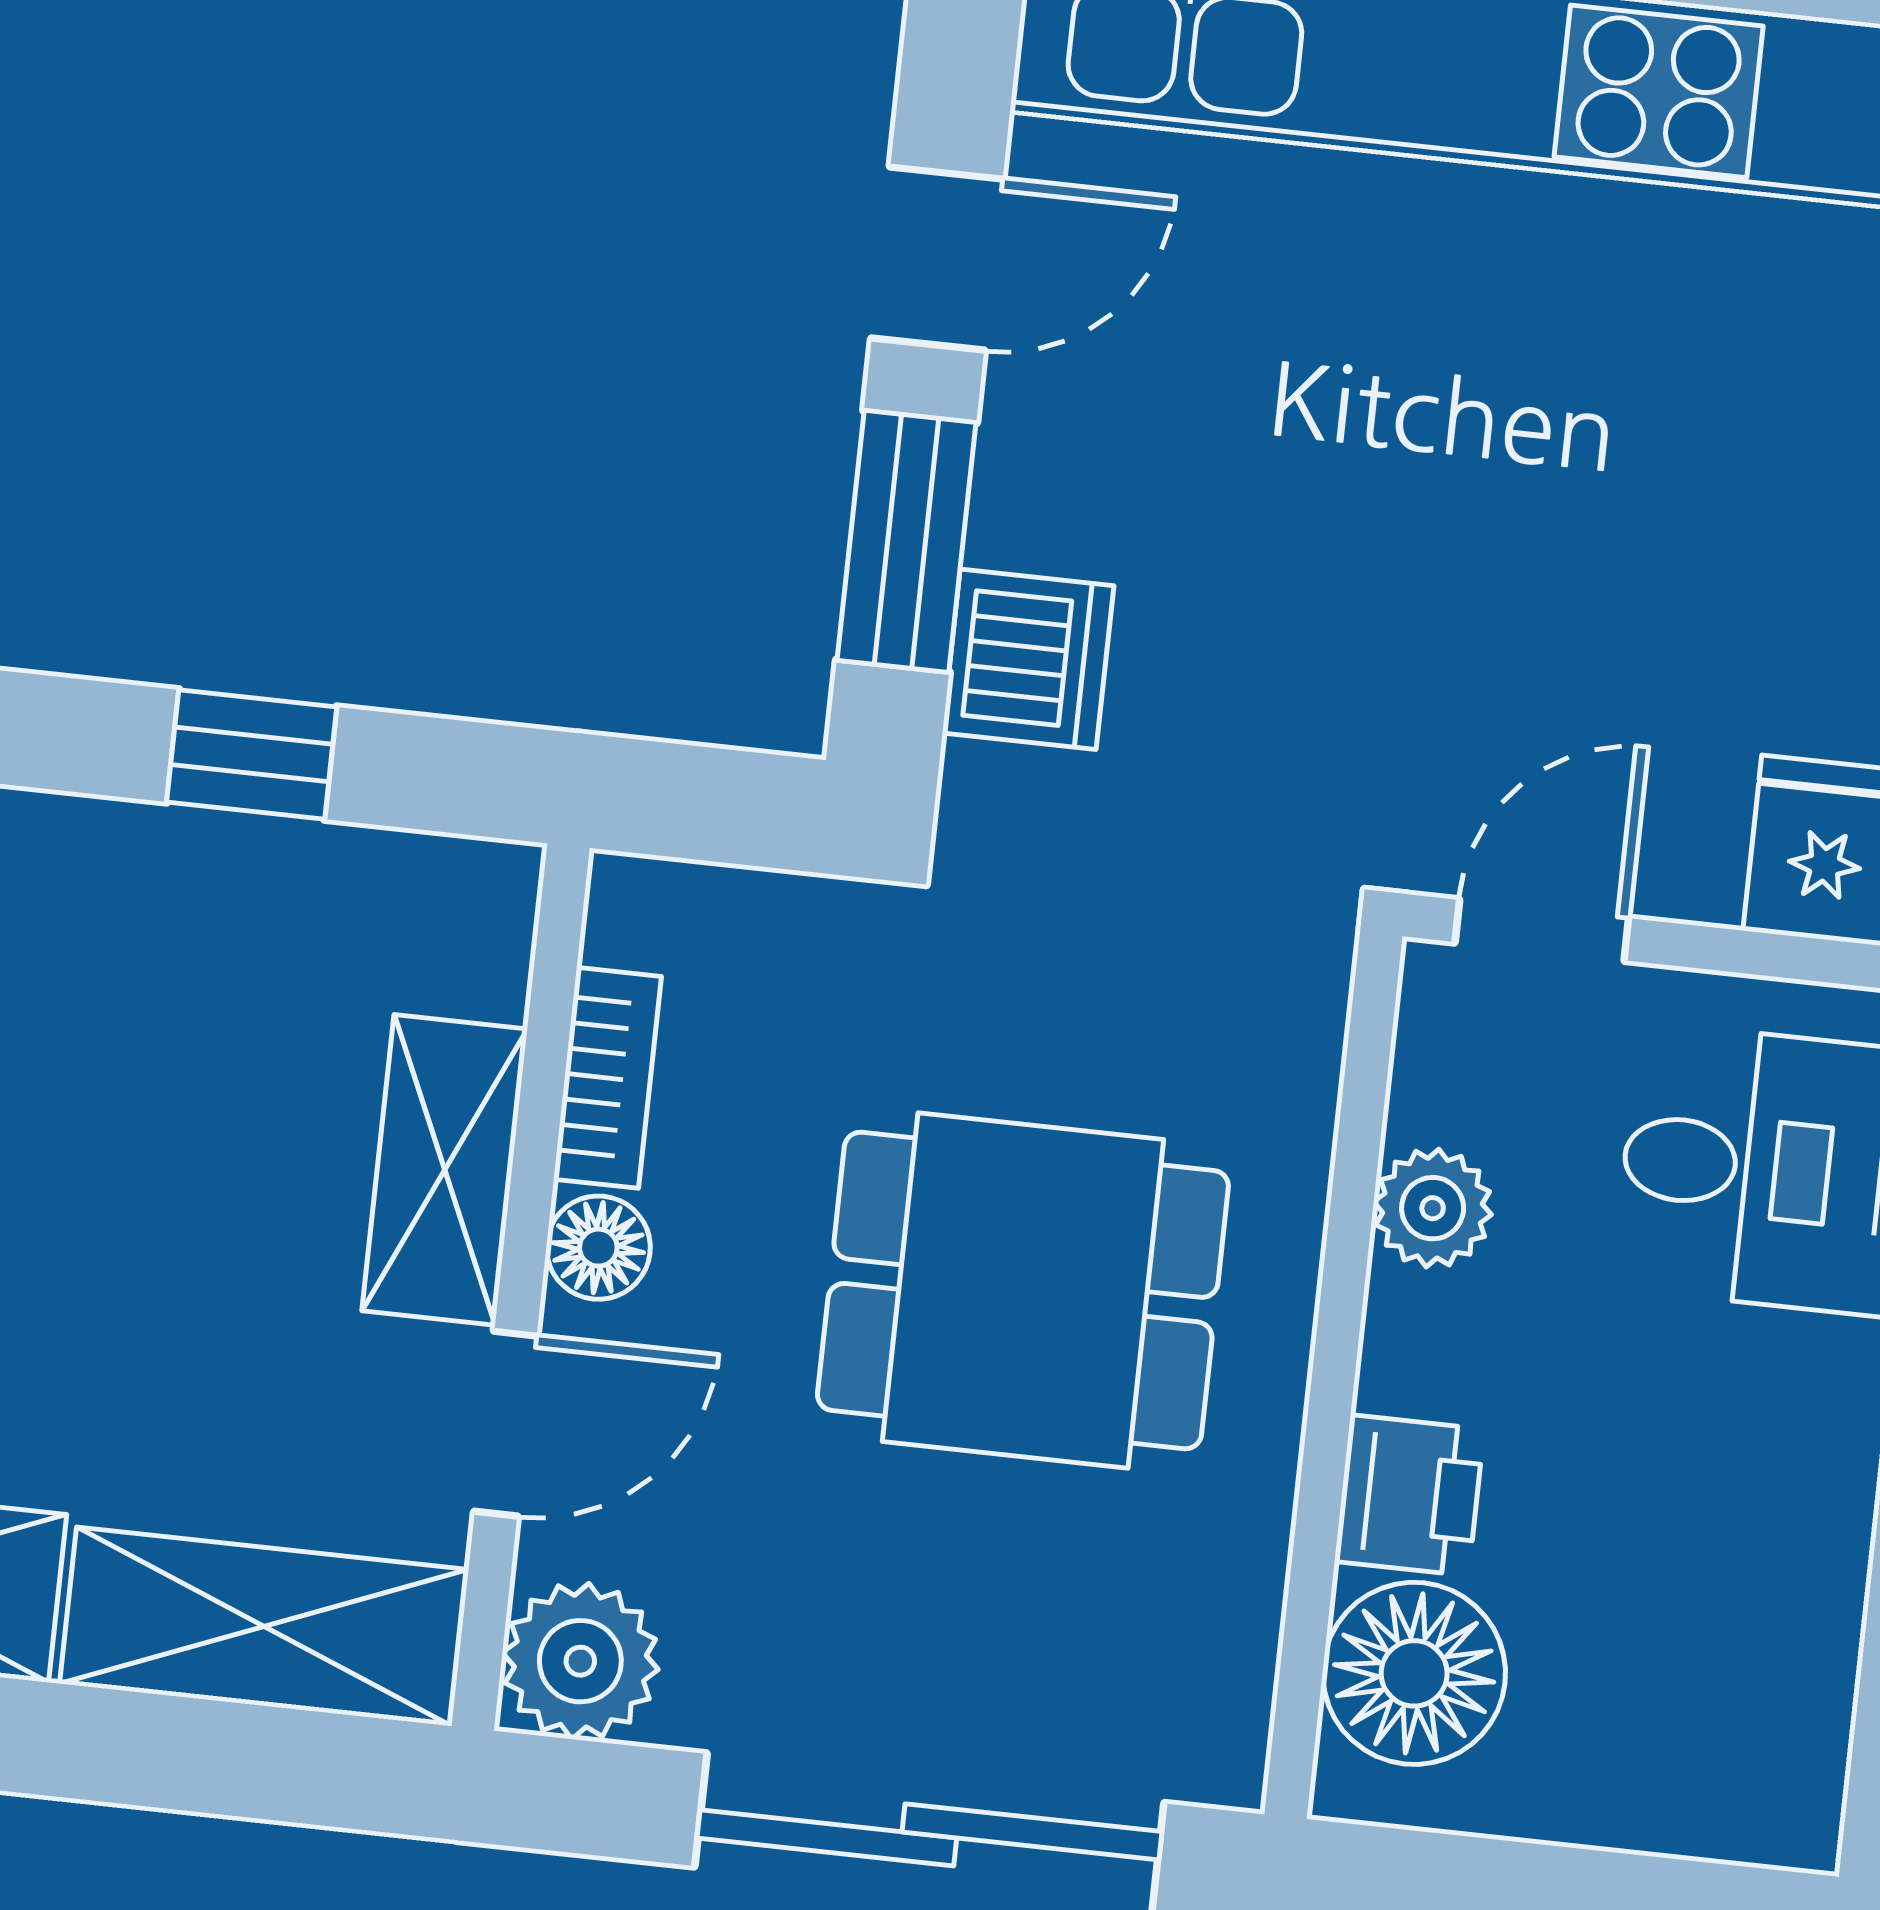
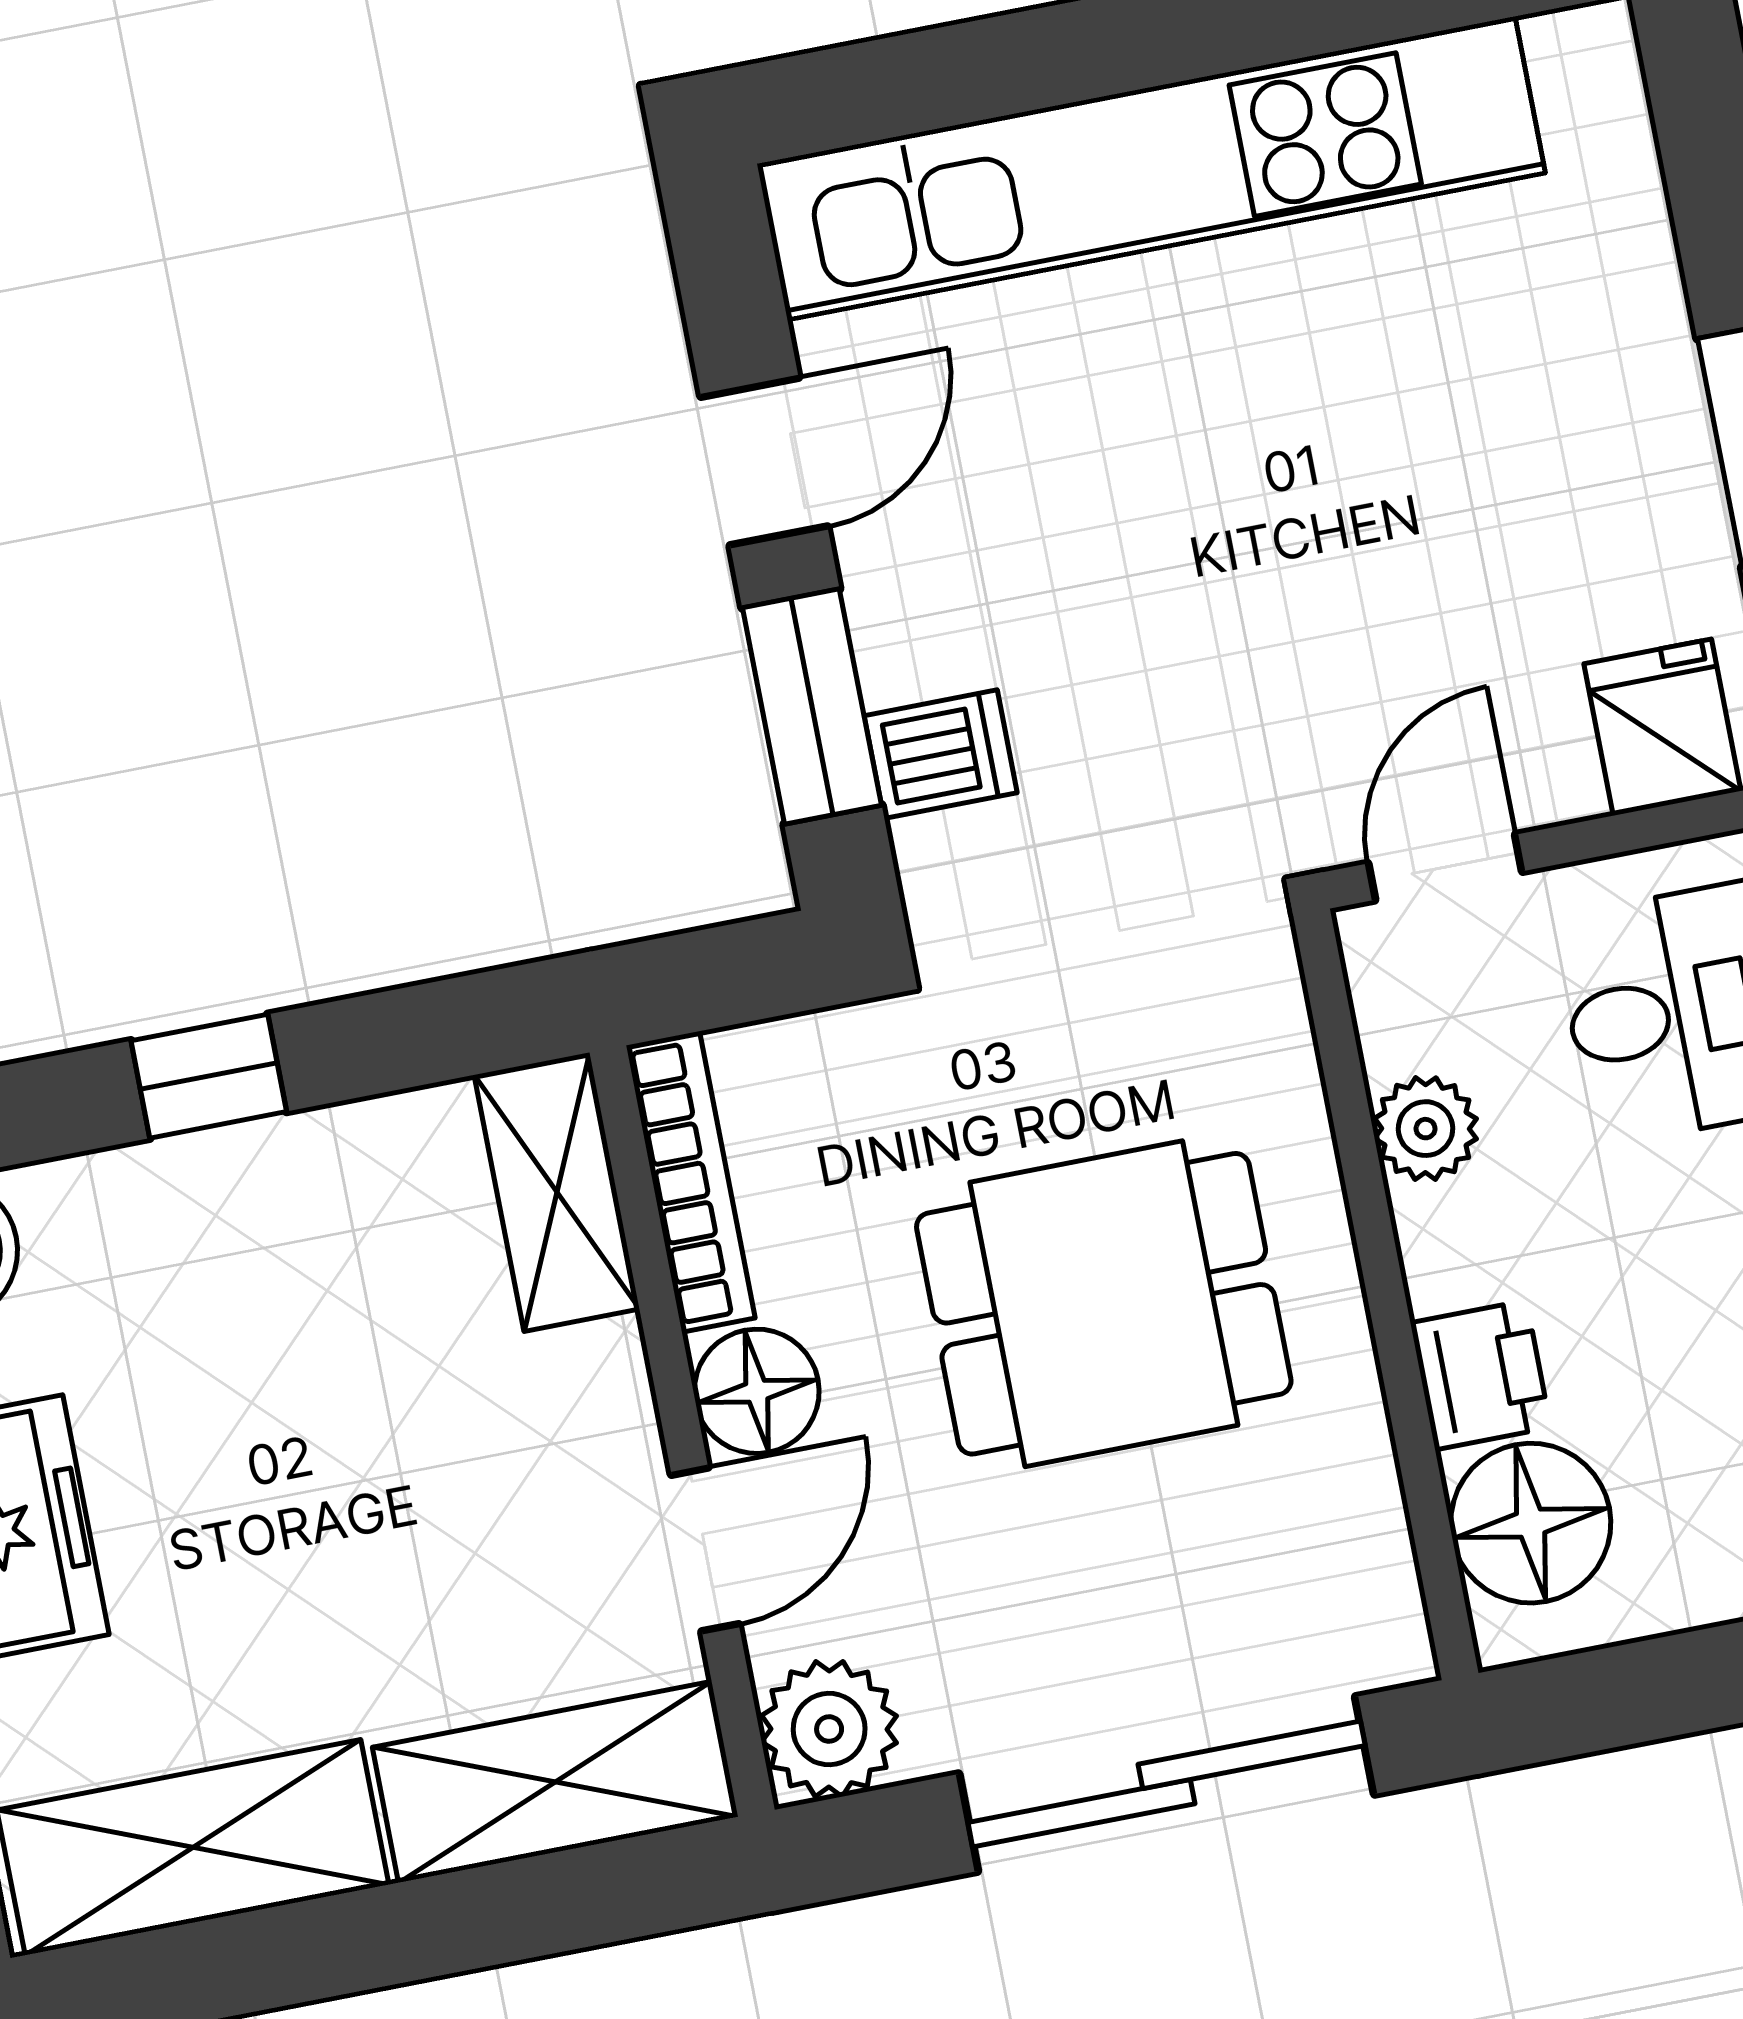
dishwasher: (1028, 659) -> (941, 754), width x0.73
window: (252, 755) -> (209, 1076), moved
bookcase: (608, 1078) -> (691, 1182), width x1.56
shelving: (445, 1170) -> (557, 1192), moved
floor lamp: (598, 1248) -> (757, 1391), width x1.37, depth x1.37

